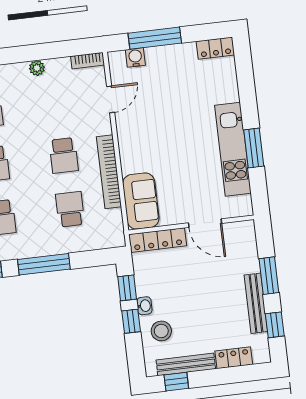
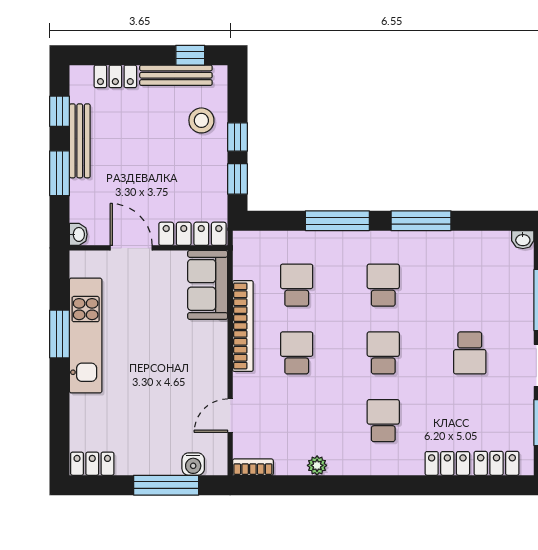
school desk: (70, 209) -> (297, 285), turned 180
washbasin: (144, 306) -> (78, 234), moved, turned 180

